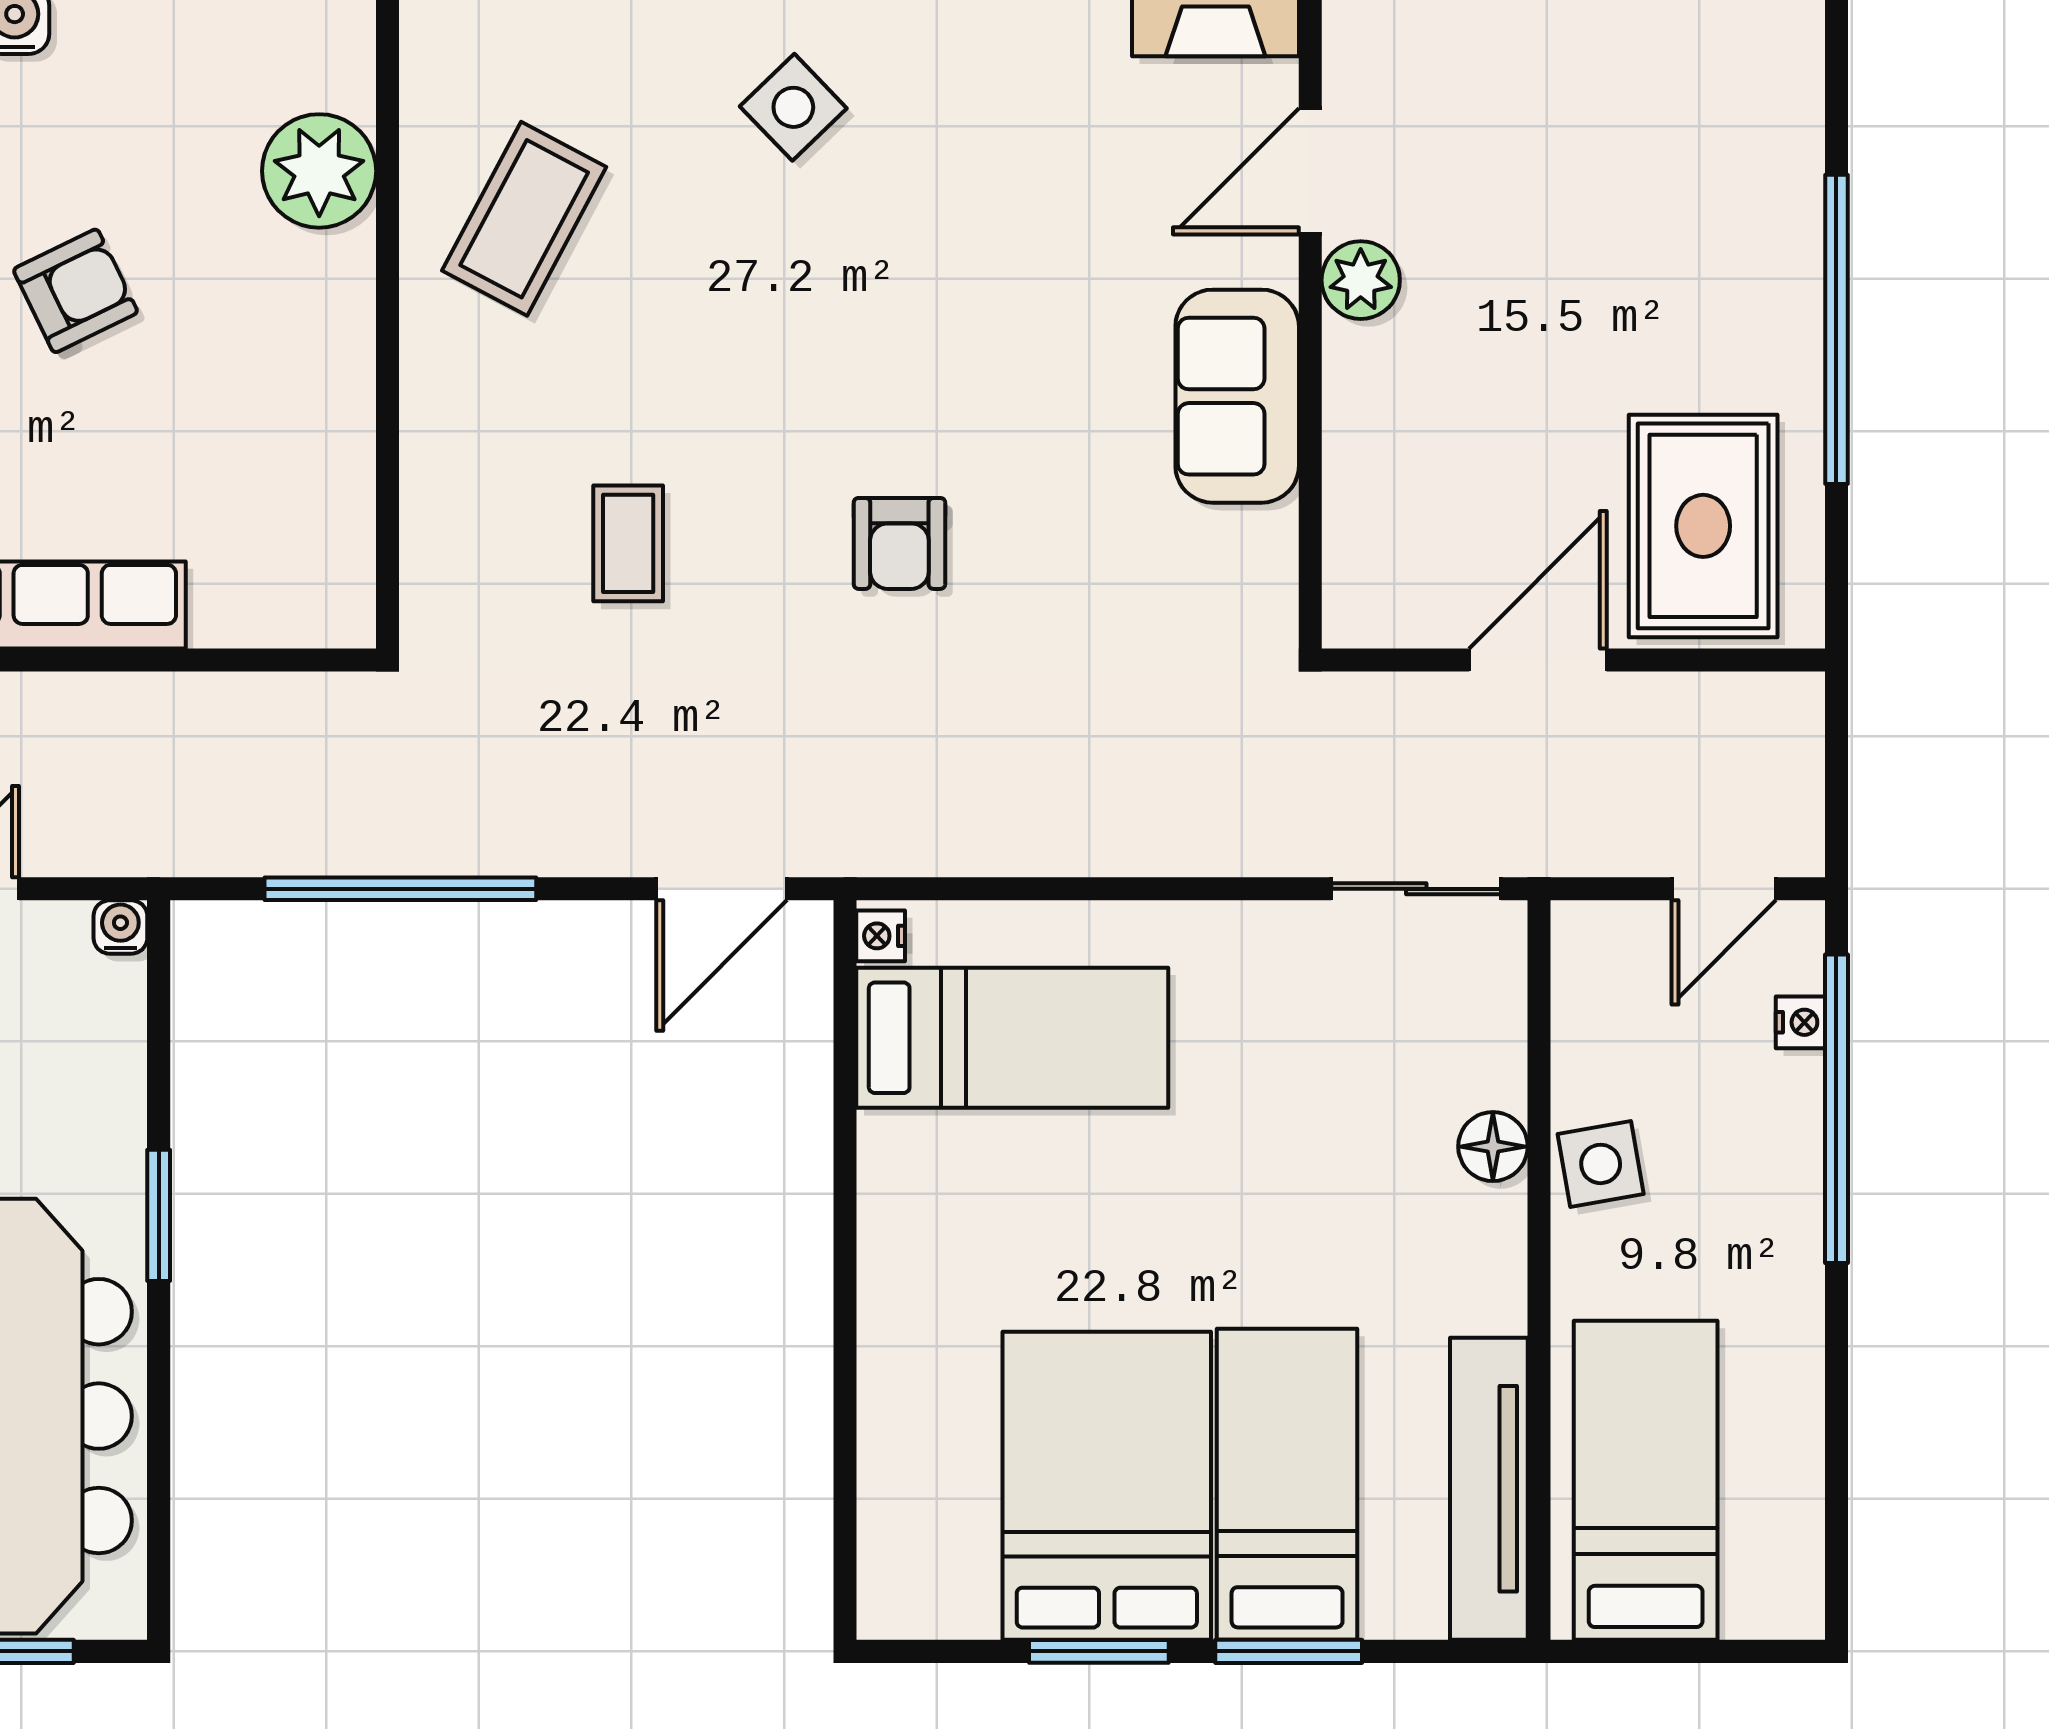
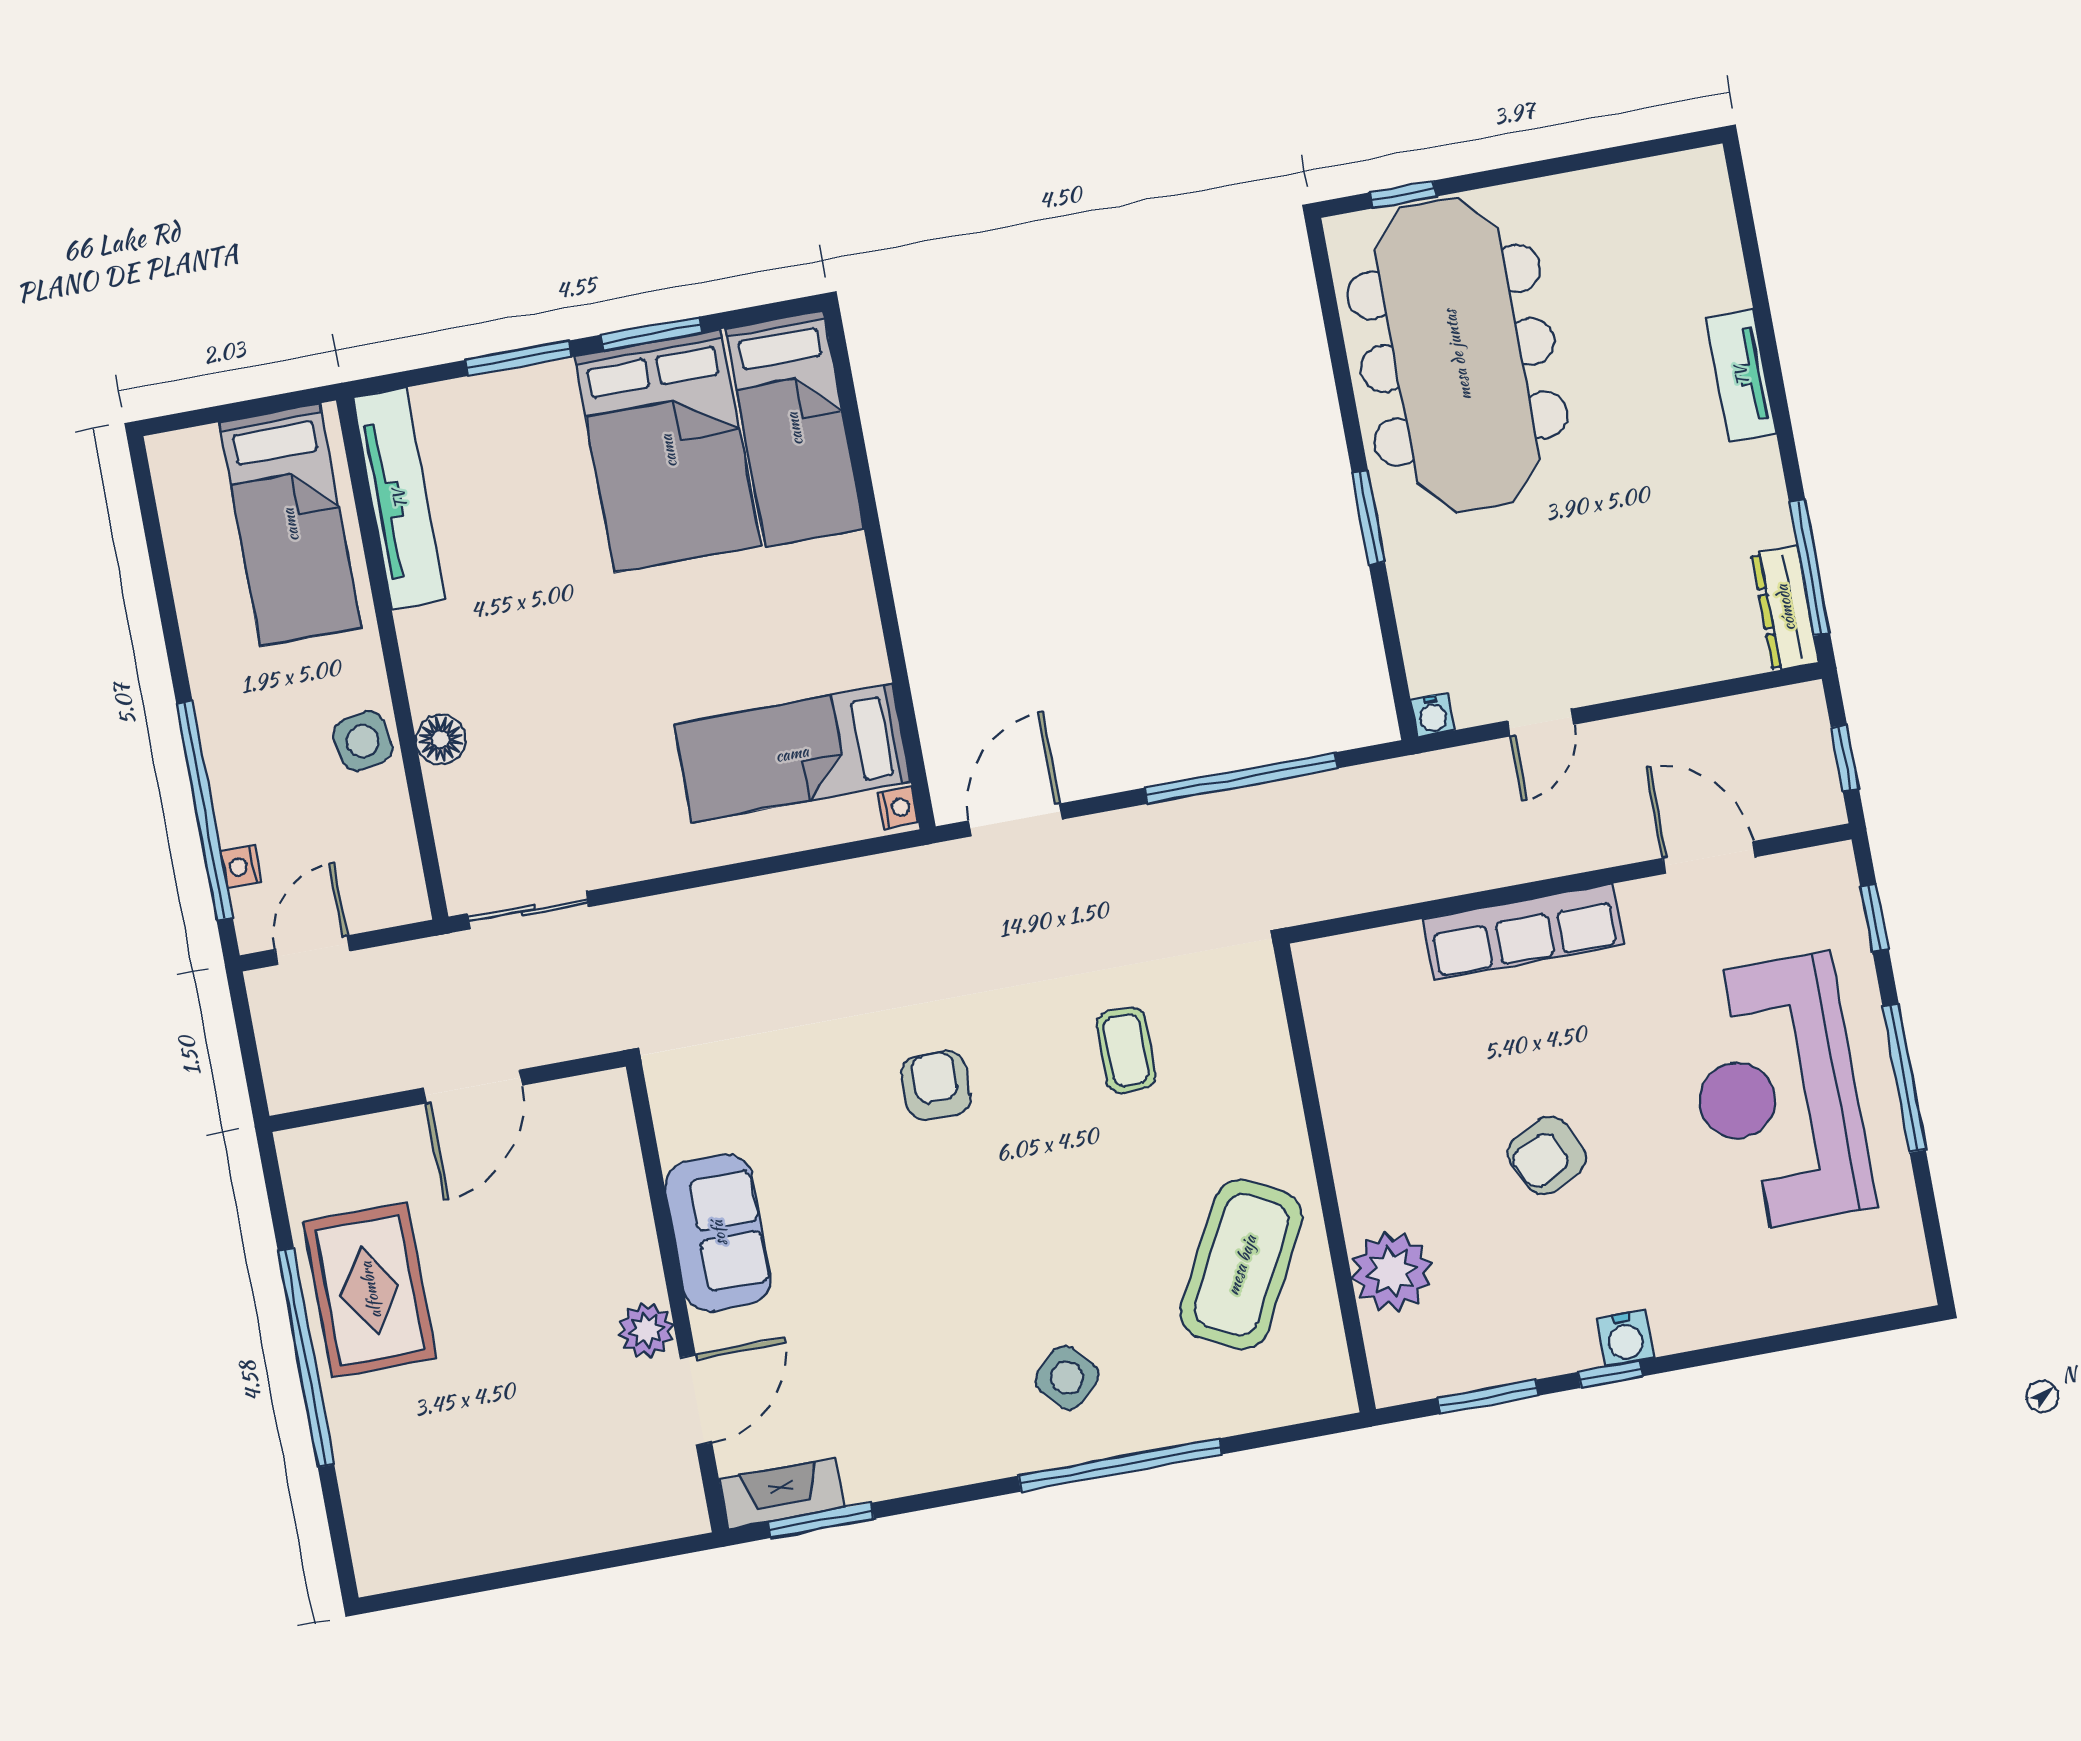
coffee table: (524, 219) -> (1241, 1265), width x1.36, depth x1.32
rug: (1703, 526) -> (370, 1290), moved
bed: (1287, 1484) -> (794, 429), moved

